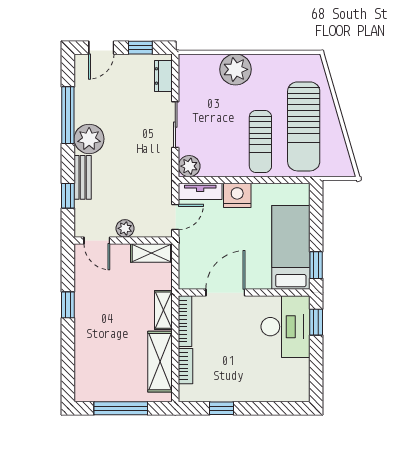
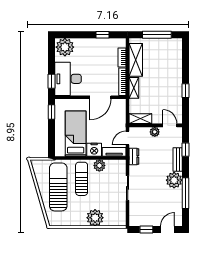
dresser: (163, 76) -> (134, 157), moved
plant: (189, 166) -> (99, 166), moved
bed: (291, 247) -> (76, 134), moved, turned 180
plant: (291, 385) -> (65, 47), added

